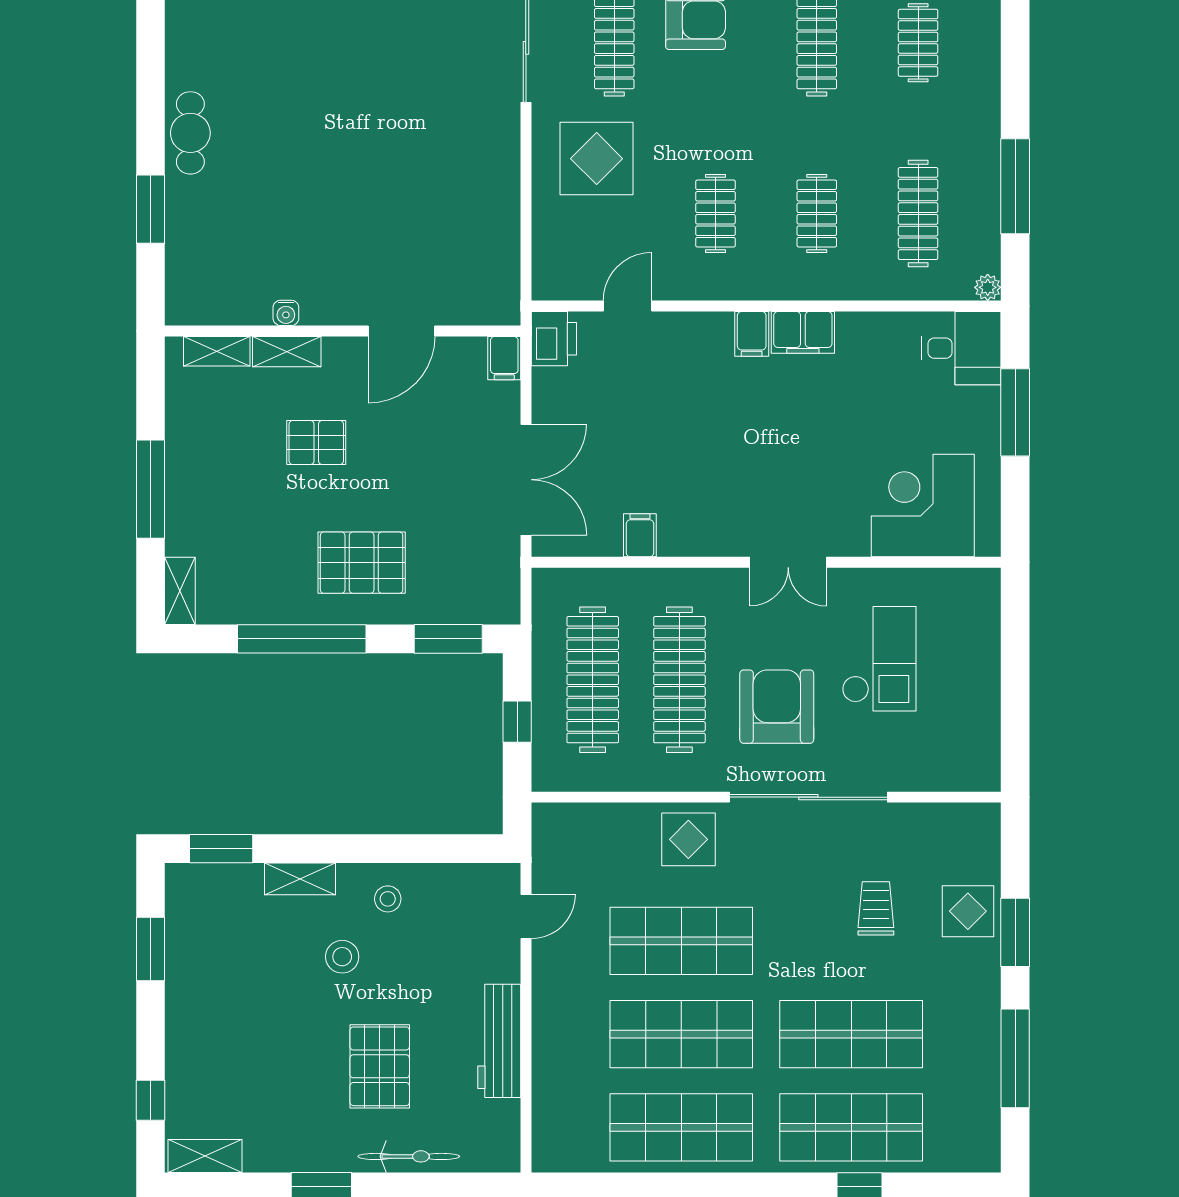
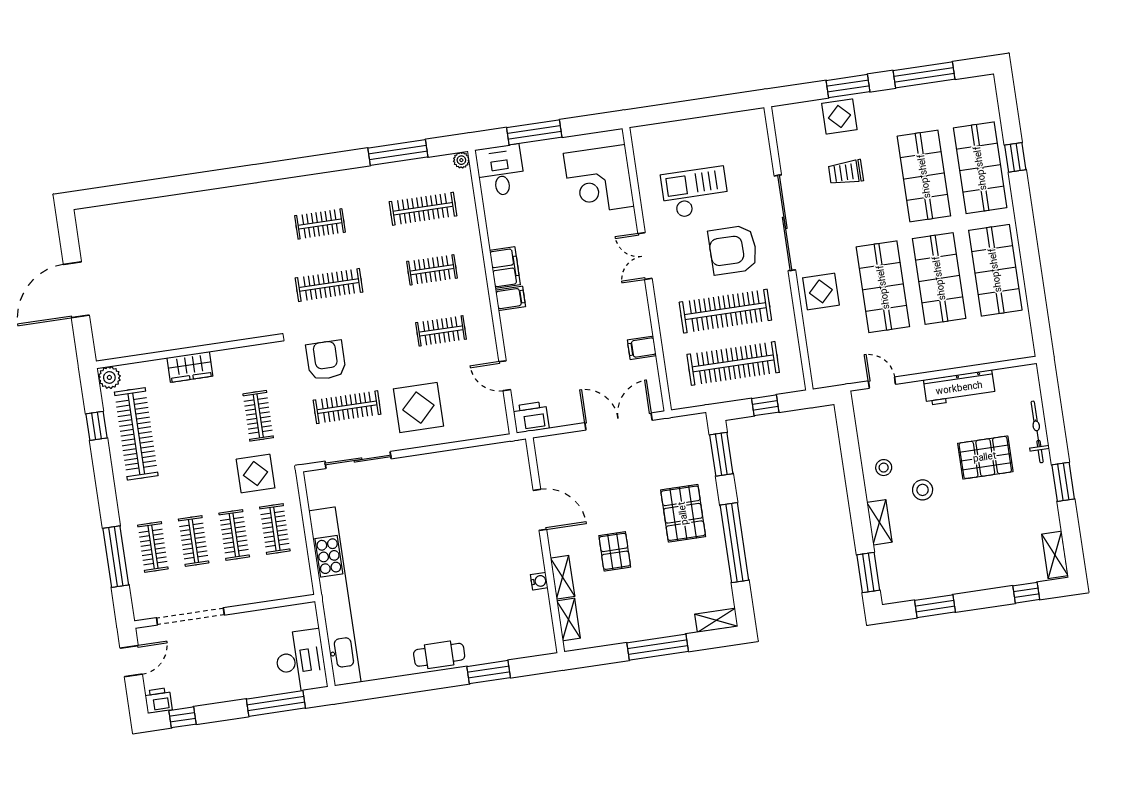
filing cabinet: (504, 358) -> (547, 445), removed
double door: (788, 562) -> (645, 256), swing flipped

